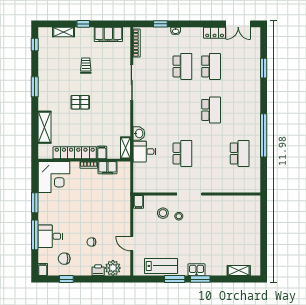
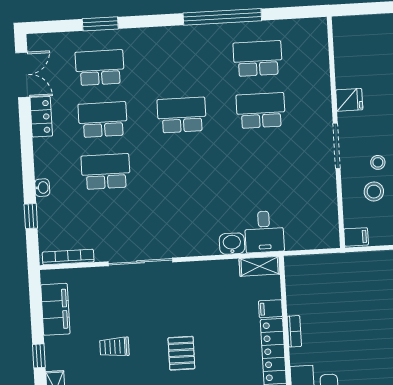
school desk: (240, 66) -> (100, 68), added
school desk: (182, 153) -> (261, 110), moved
filing cabinet: (107, 168) -> (297, 297), removed
fridge: (214, 202) -> (349, 100), added

